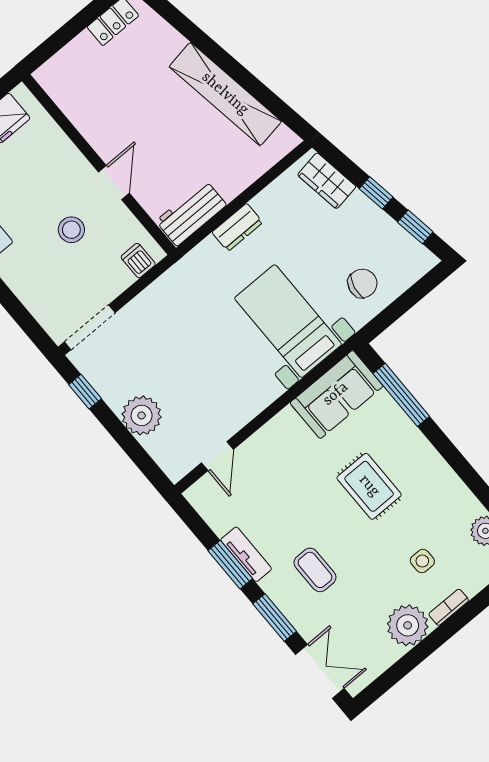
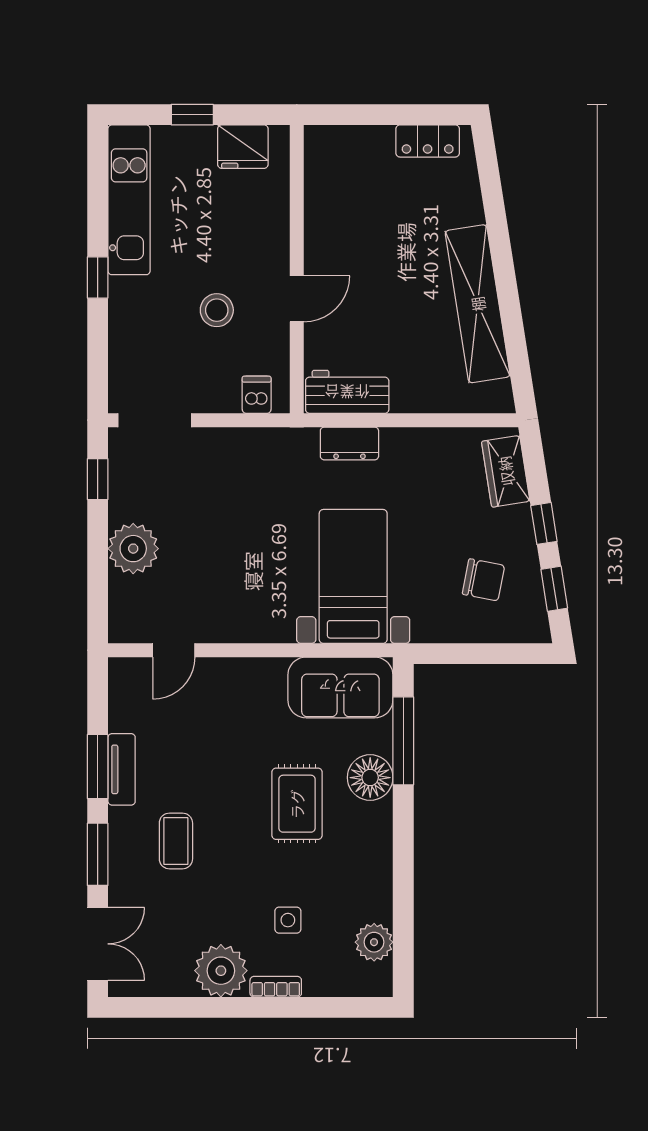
dresser: (237, 227) -> (349, 443), moved
chair: (362, 283) -> (483, 580), moved
floor lamp: (400, 434) -> (370, 778), added

